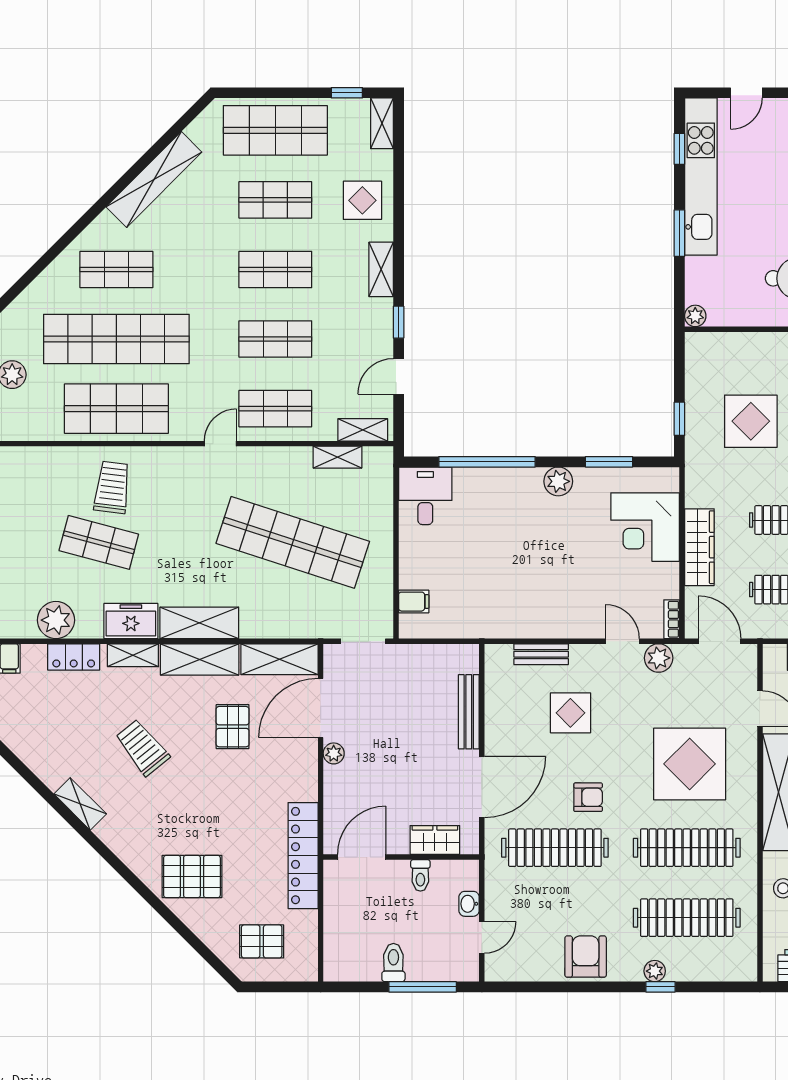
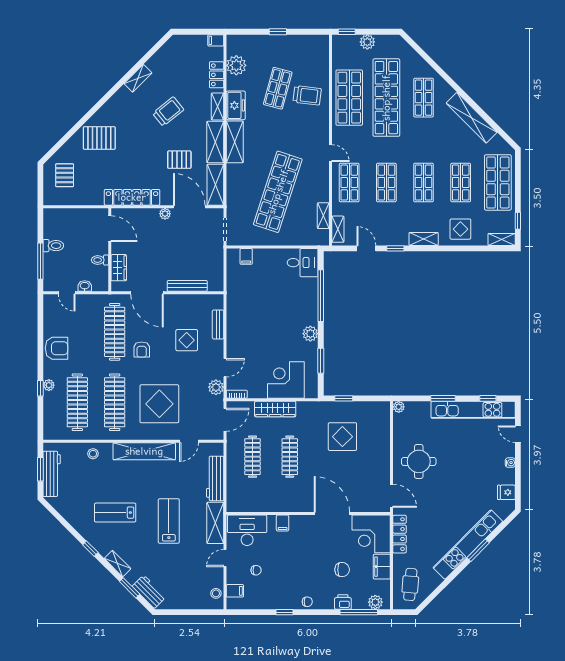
locker: (303, 856) -> (132, 197), moved
pallet: (192, 876) -> (99, 138), turned 90

